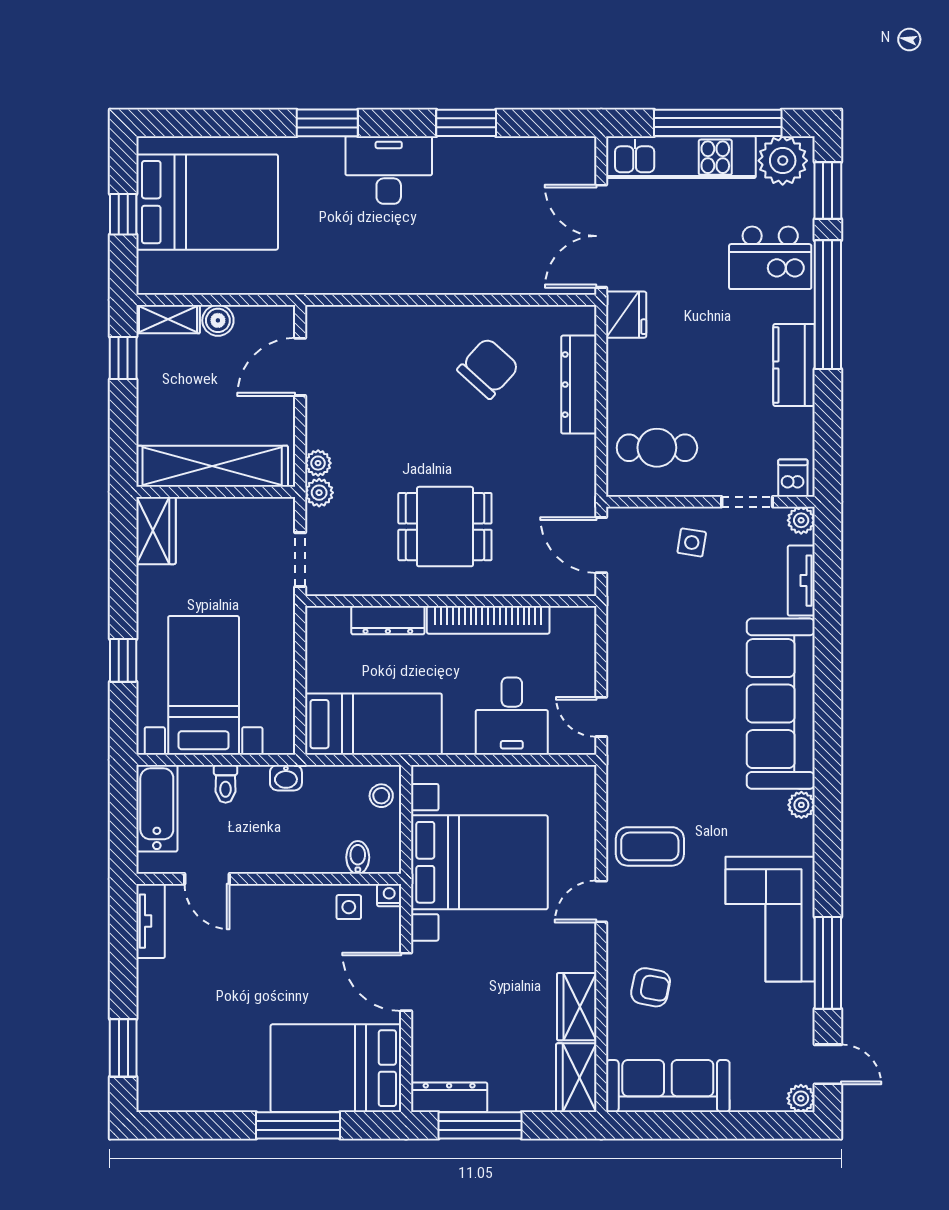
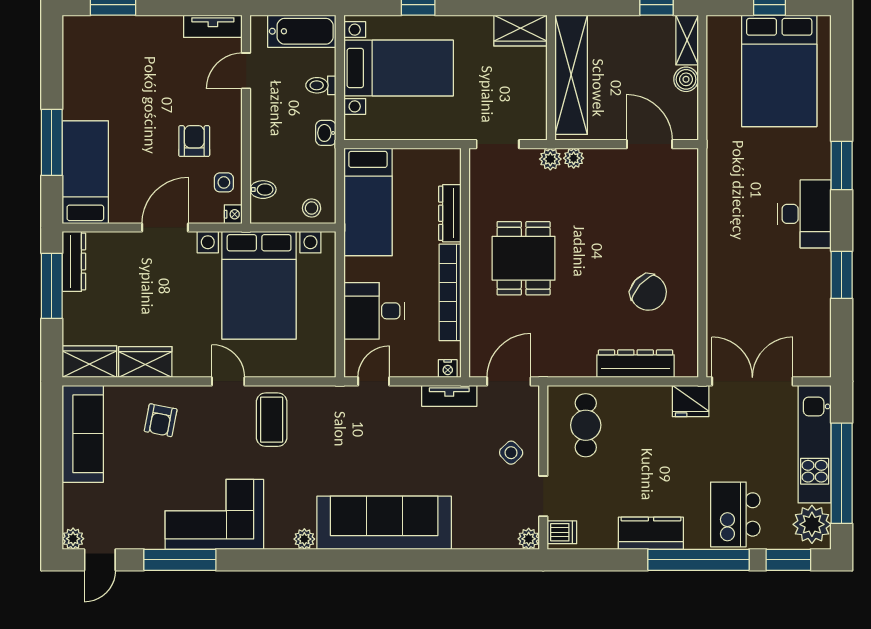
side table: (692, 542) -> (511, 453), turned 37
tv unit: (801, 581) -> (449, 396), moved, turned 180
nightstand: (585, 623) -> (448, 369), added
armchair: (296, 945) -> (194, 141), added
bed: (336, 1068) -> (85, 172), width x0.67

